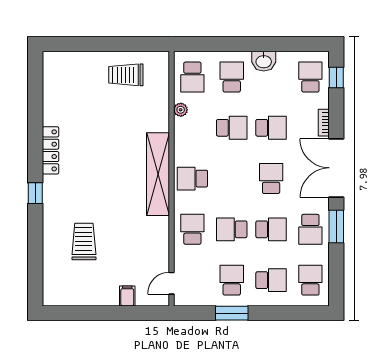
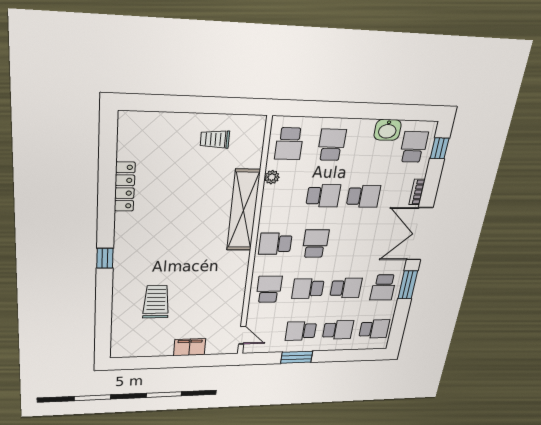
washbasin: (264, 61) -> (388, 130), moved
trolley: (126, 75) -> (215, 139), width x0.73, depth x0.72
locker: (50, 150) -> (125, 187), moved
shelving: (158, 174) -> (243, 210), moved
school desk: (271, 179) -> (315, 244), moved
school desk: (232, 280) -> (301, 331), turned -90
school desk: (310, 280) -> (374, 329), turned 90
door: (172, 283) -> (242, 335), swing flipped
filing cabinet: (127, 296) -> (190, 347), width x2.00

